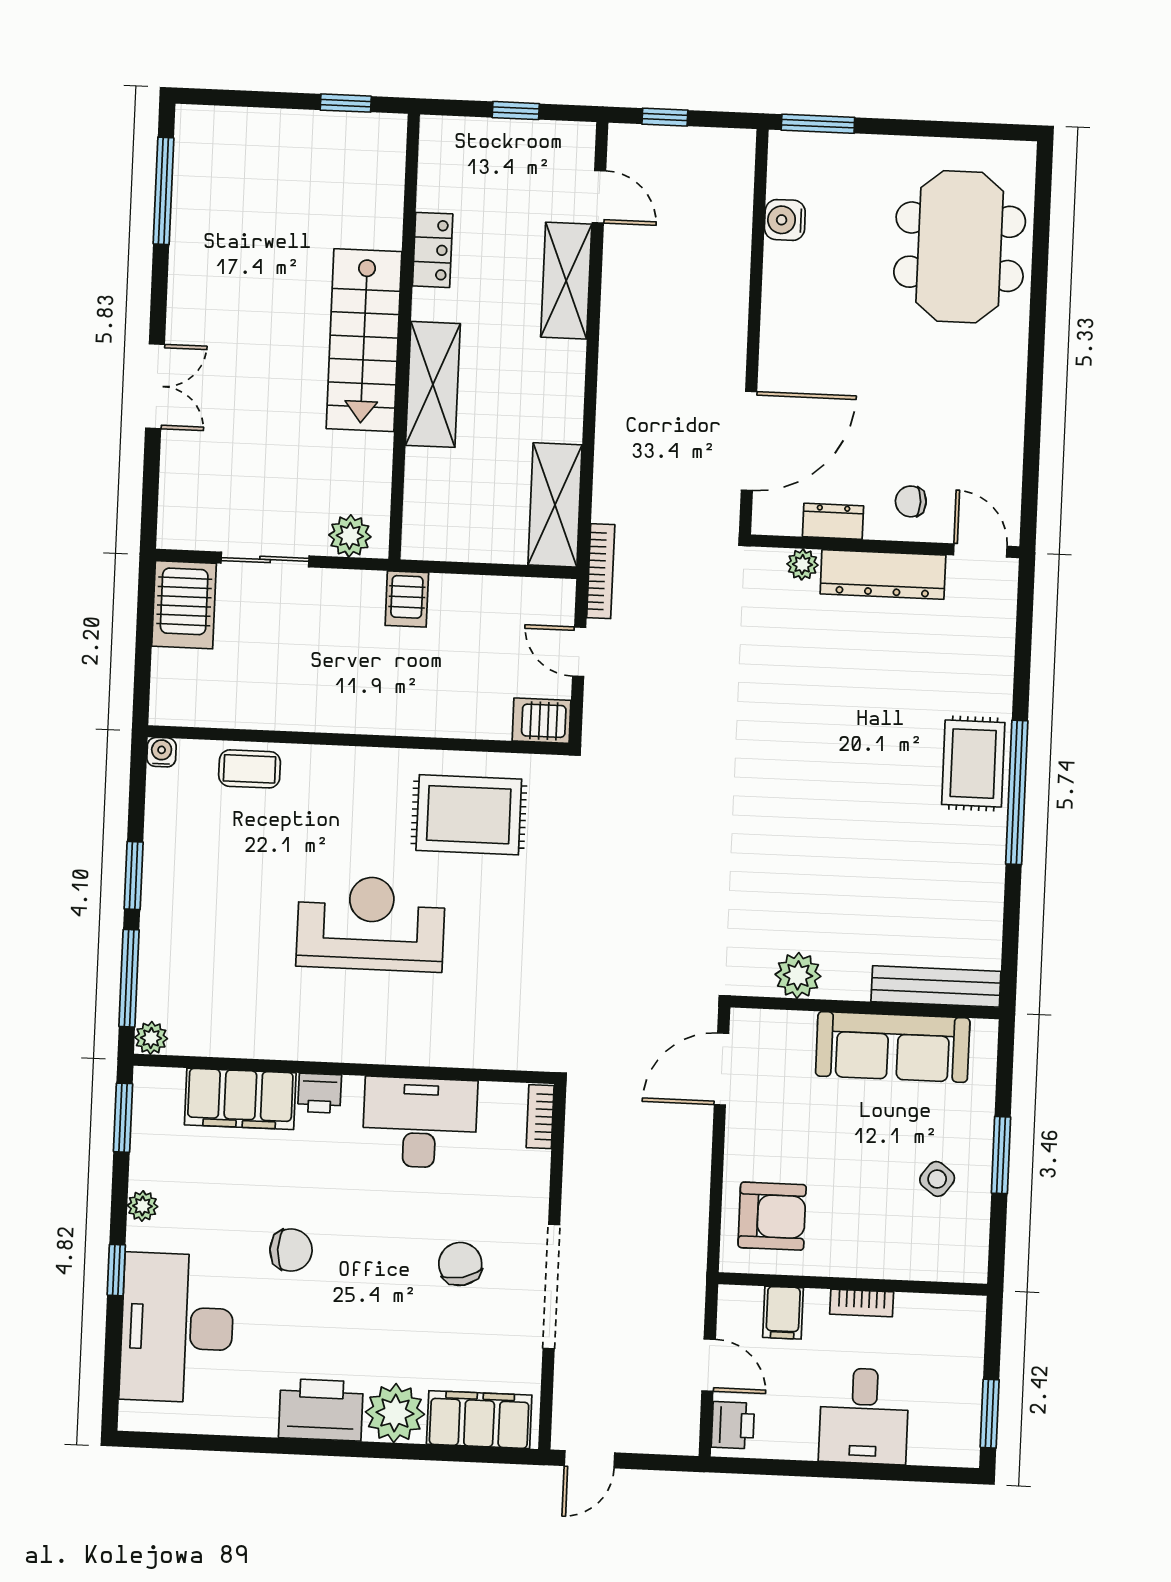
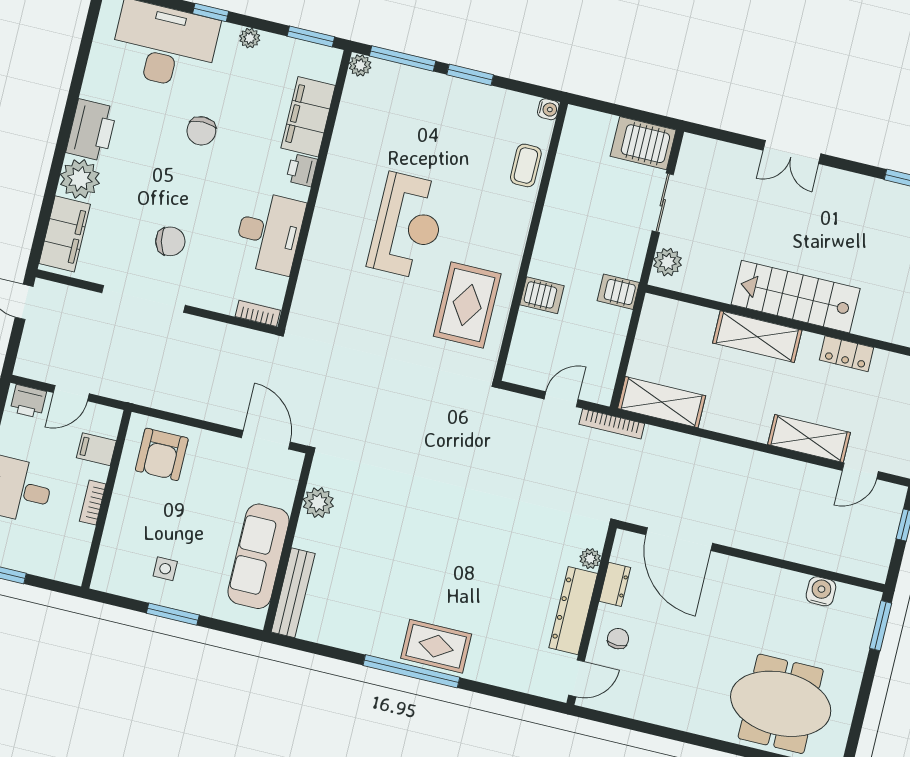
server rack: (541, 721) -> (542, 295), moved, turned 90
side table: (937, 1179) -> (165, 569), turned -37

